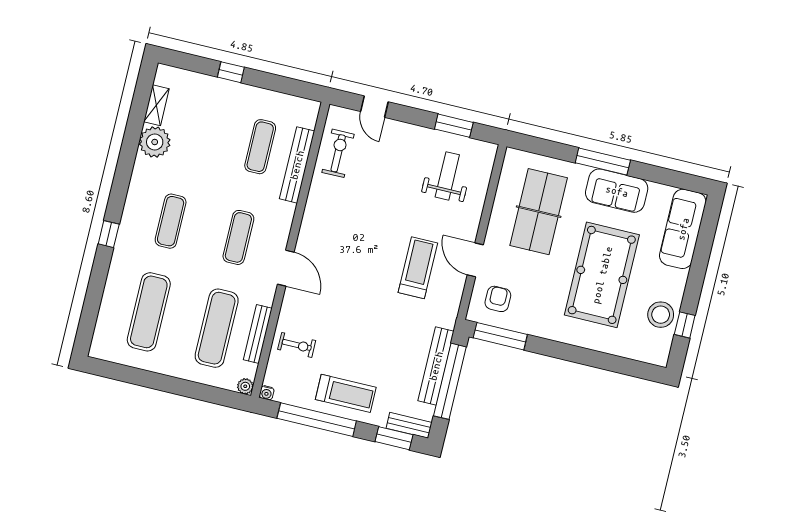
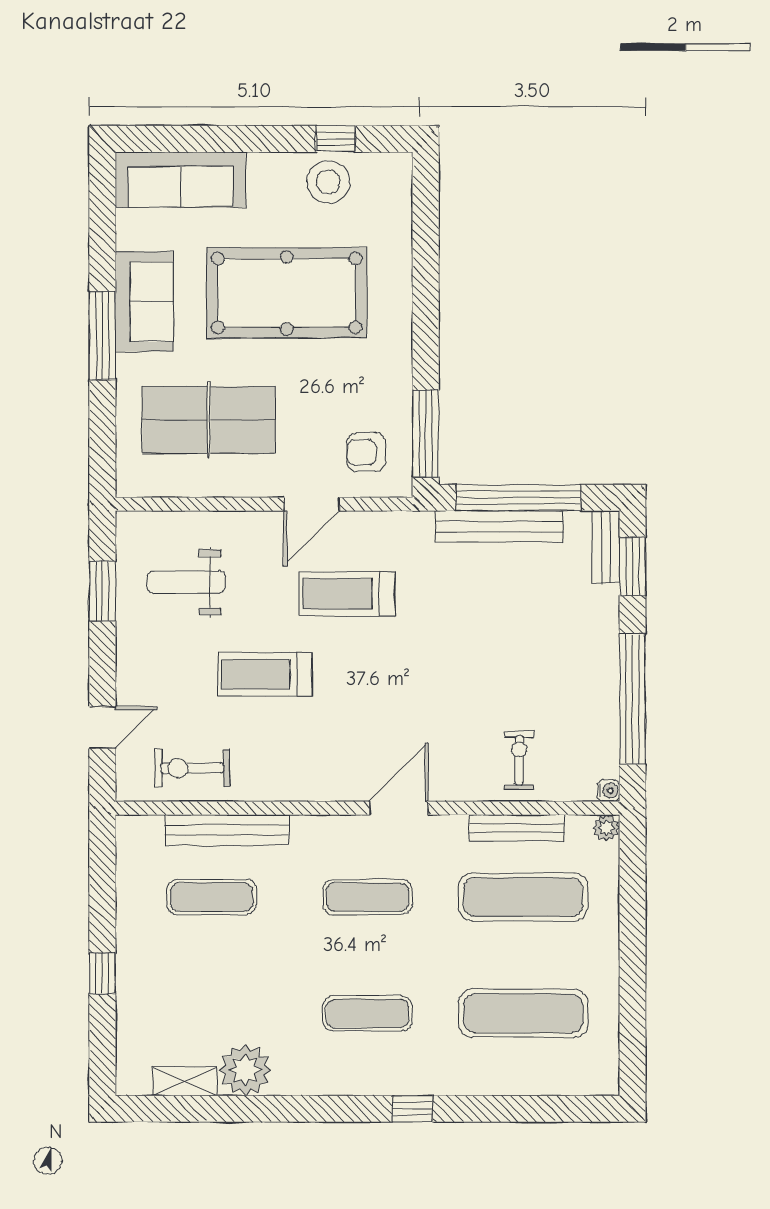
treadmill: (346, 393) -> (265, 674), moved, turned -90

